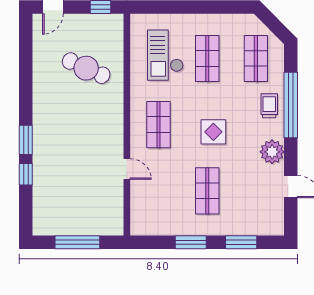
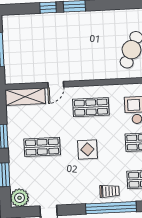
plant: (272, 152) -> (20, 198), moved
shelving: (141, 210) -> (25, 97), added

